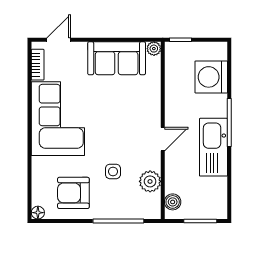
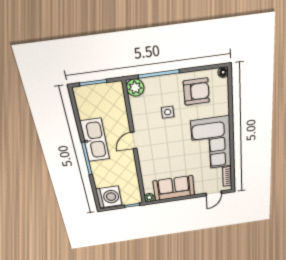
washing machine: (211, 77) -> (109, 197), moved
plant: (150, 181) -> (135, 88), moved
boiler: (173, 202) -> (118, 95), removed

